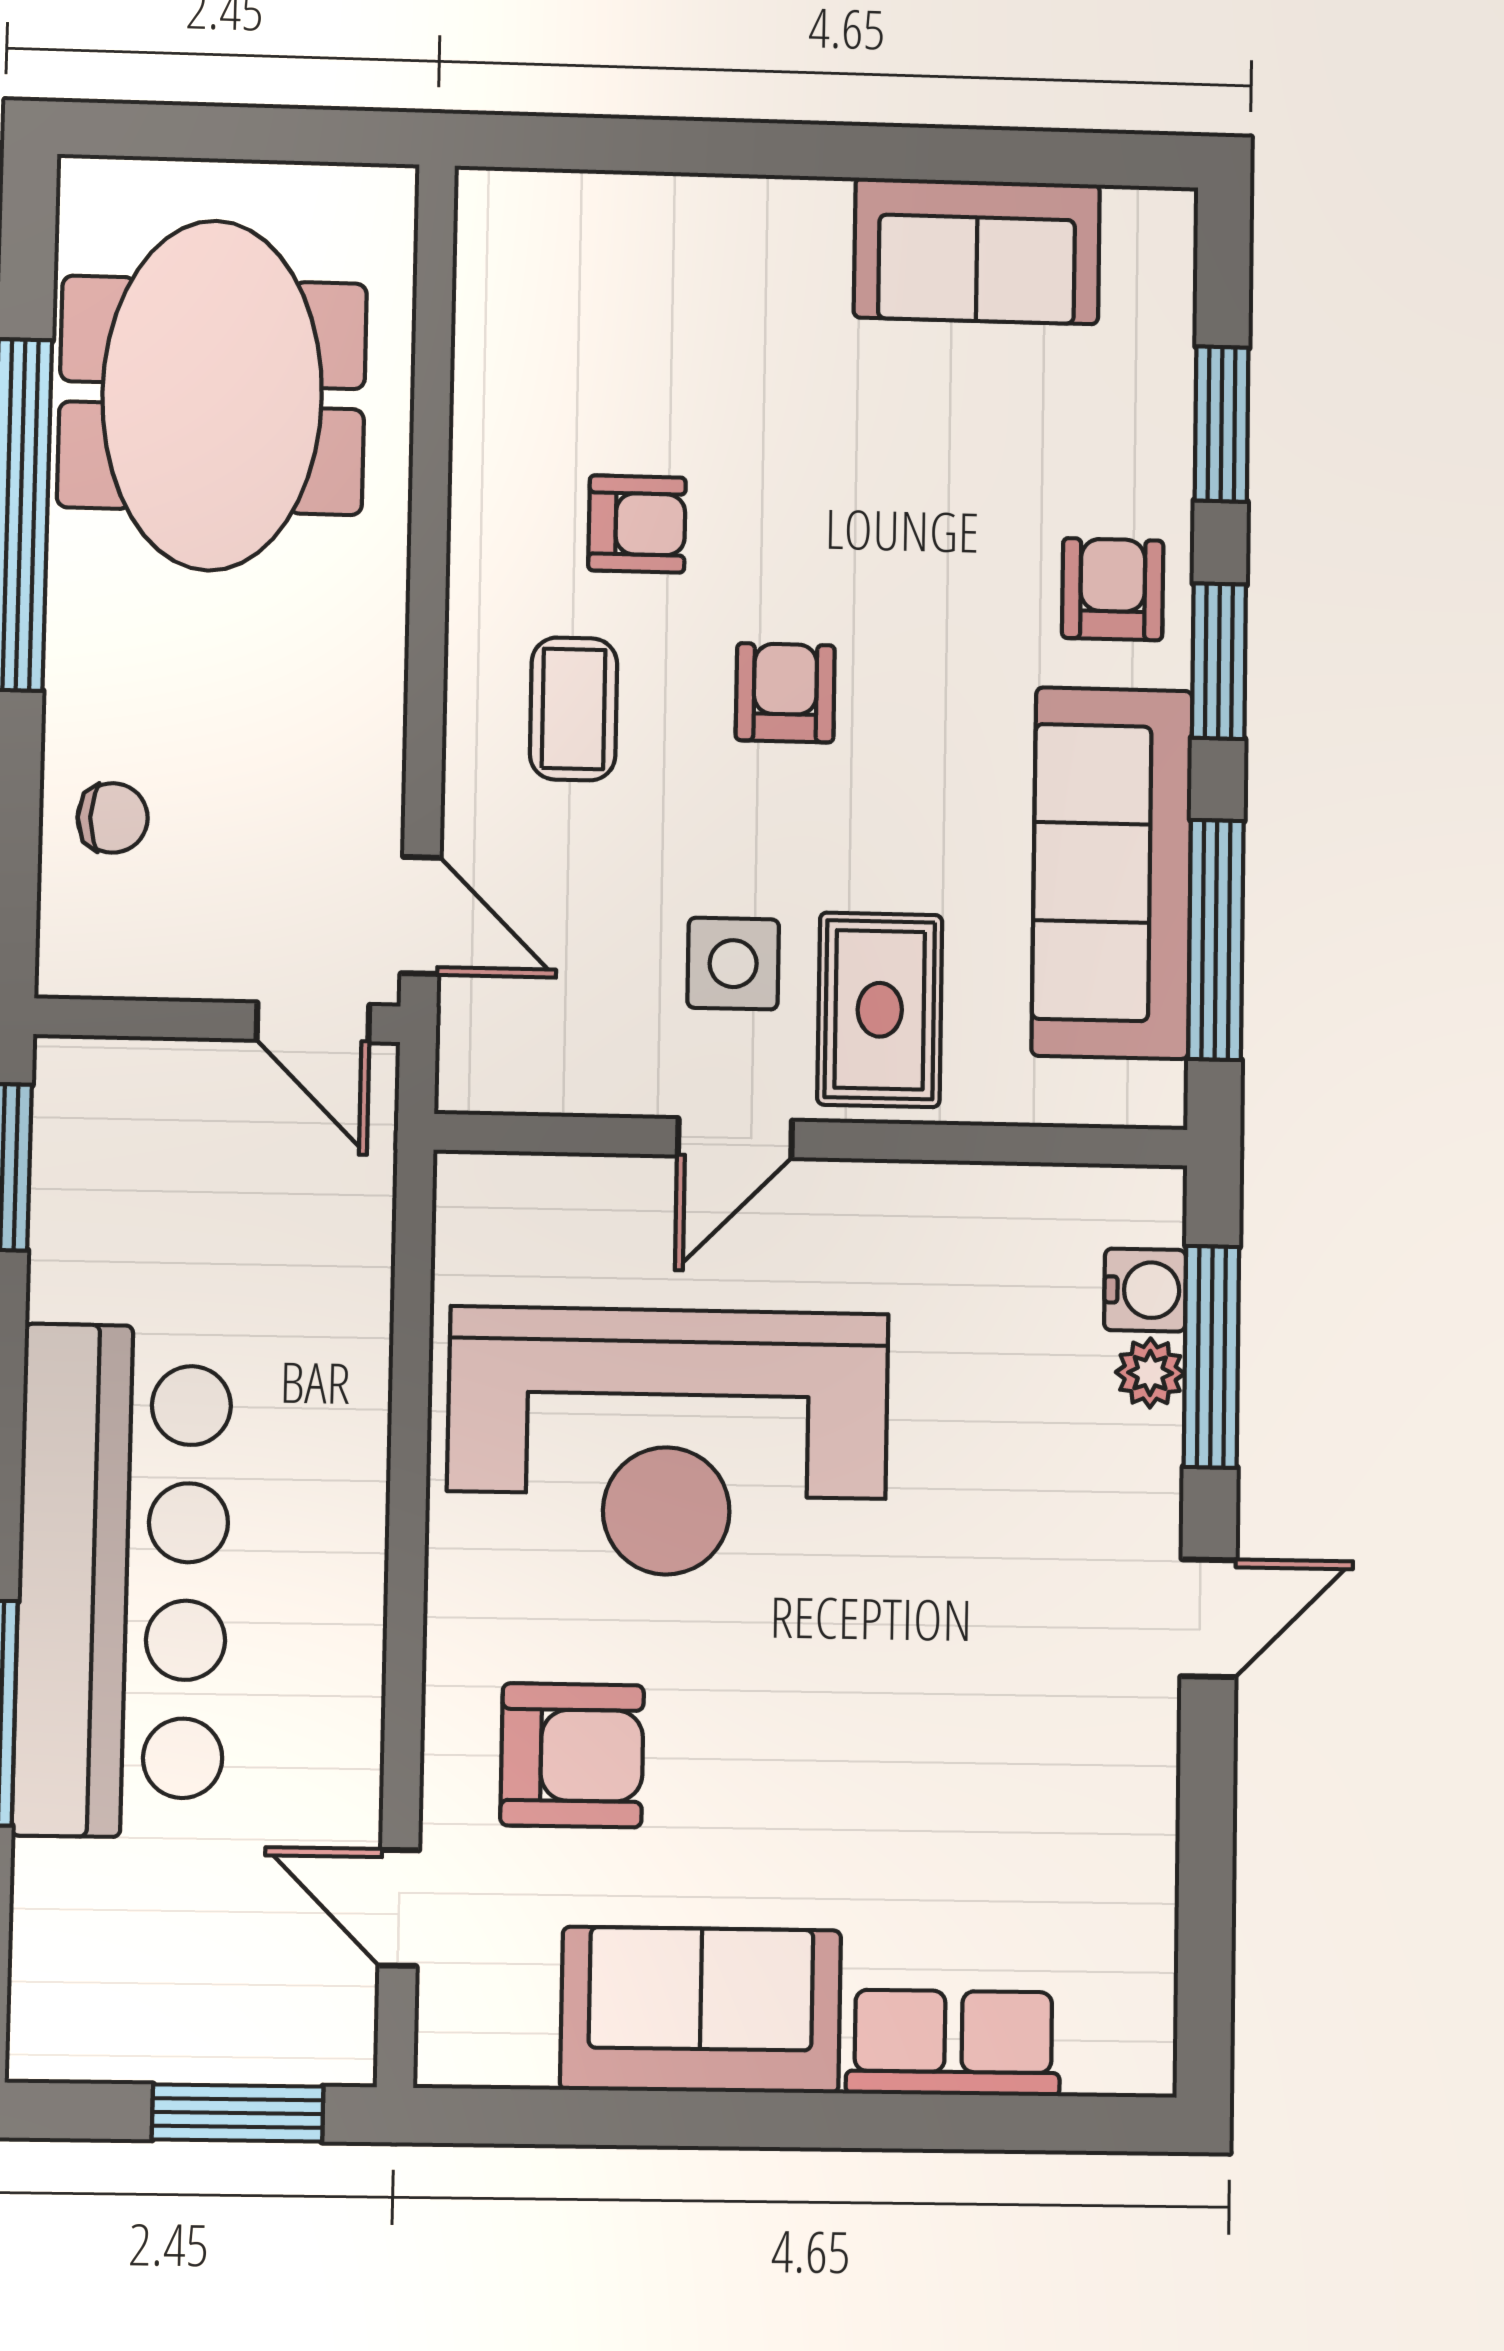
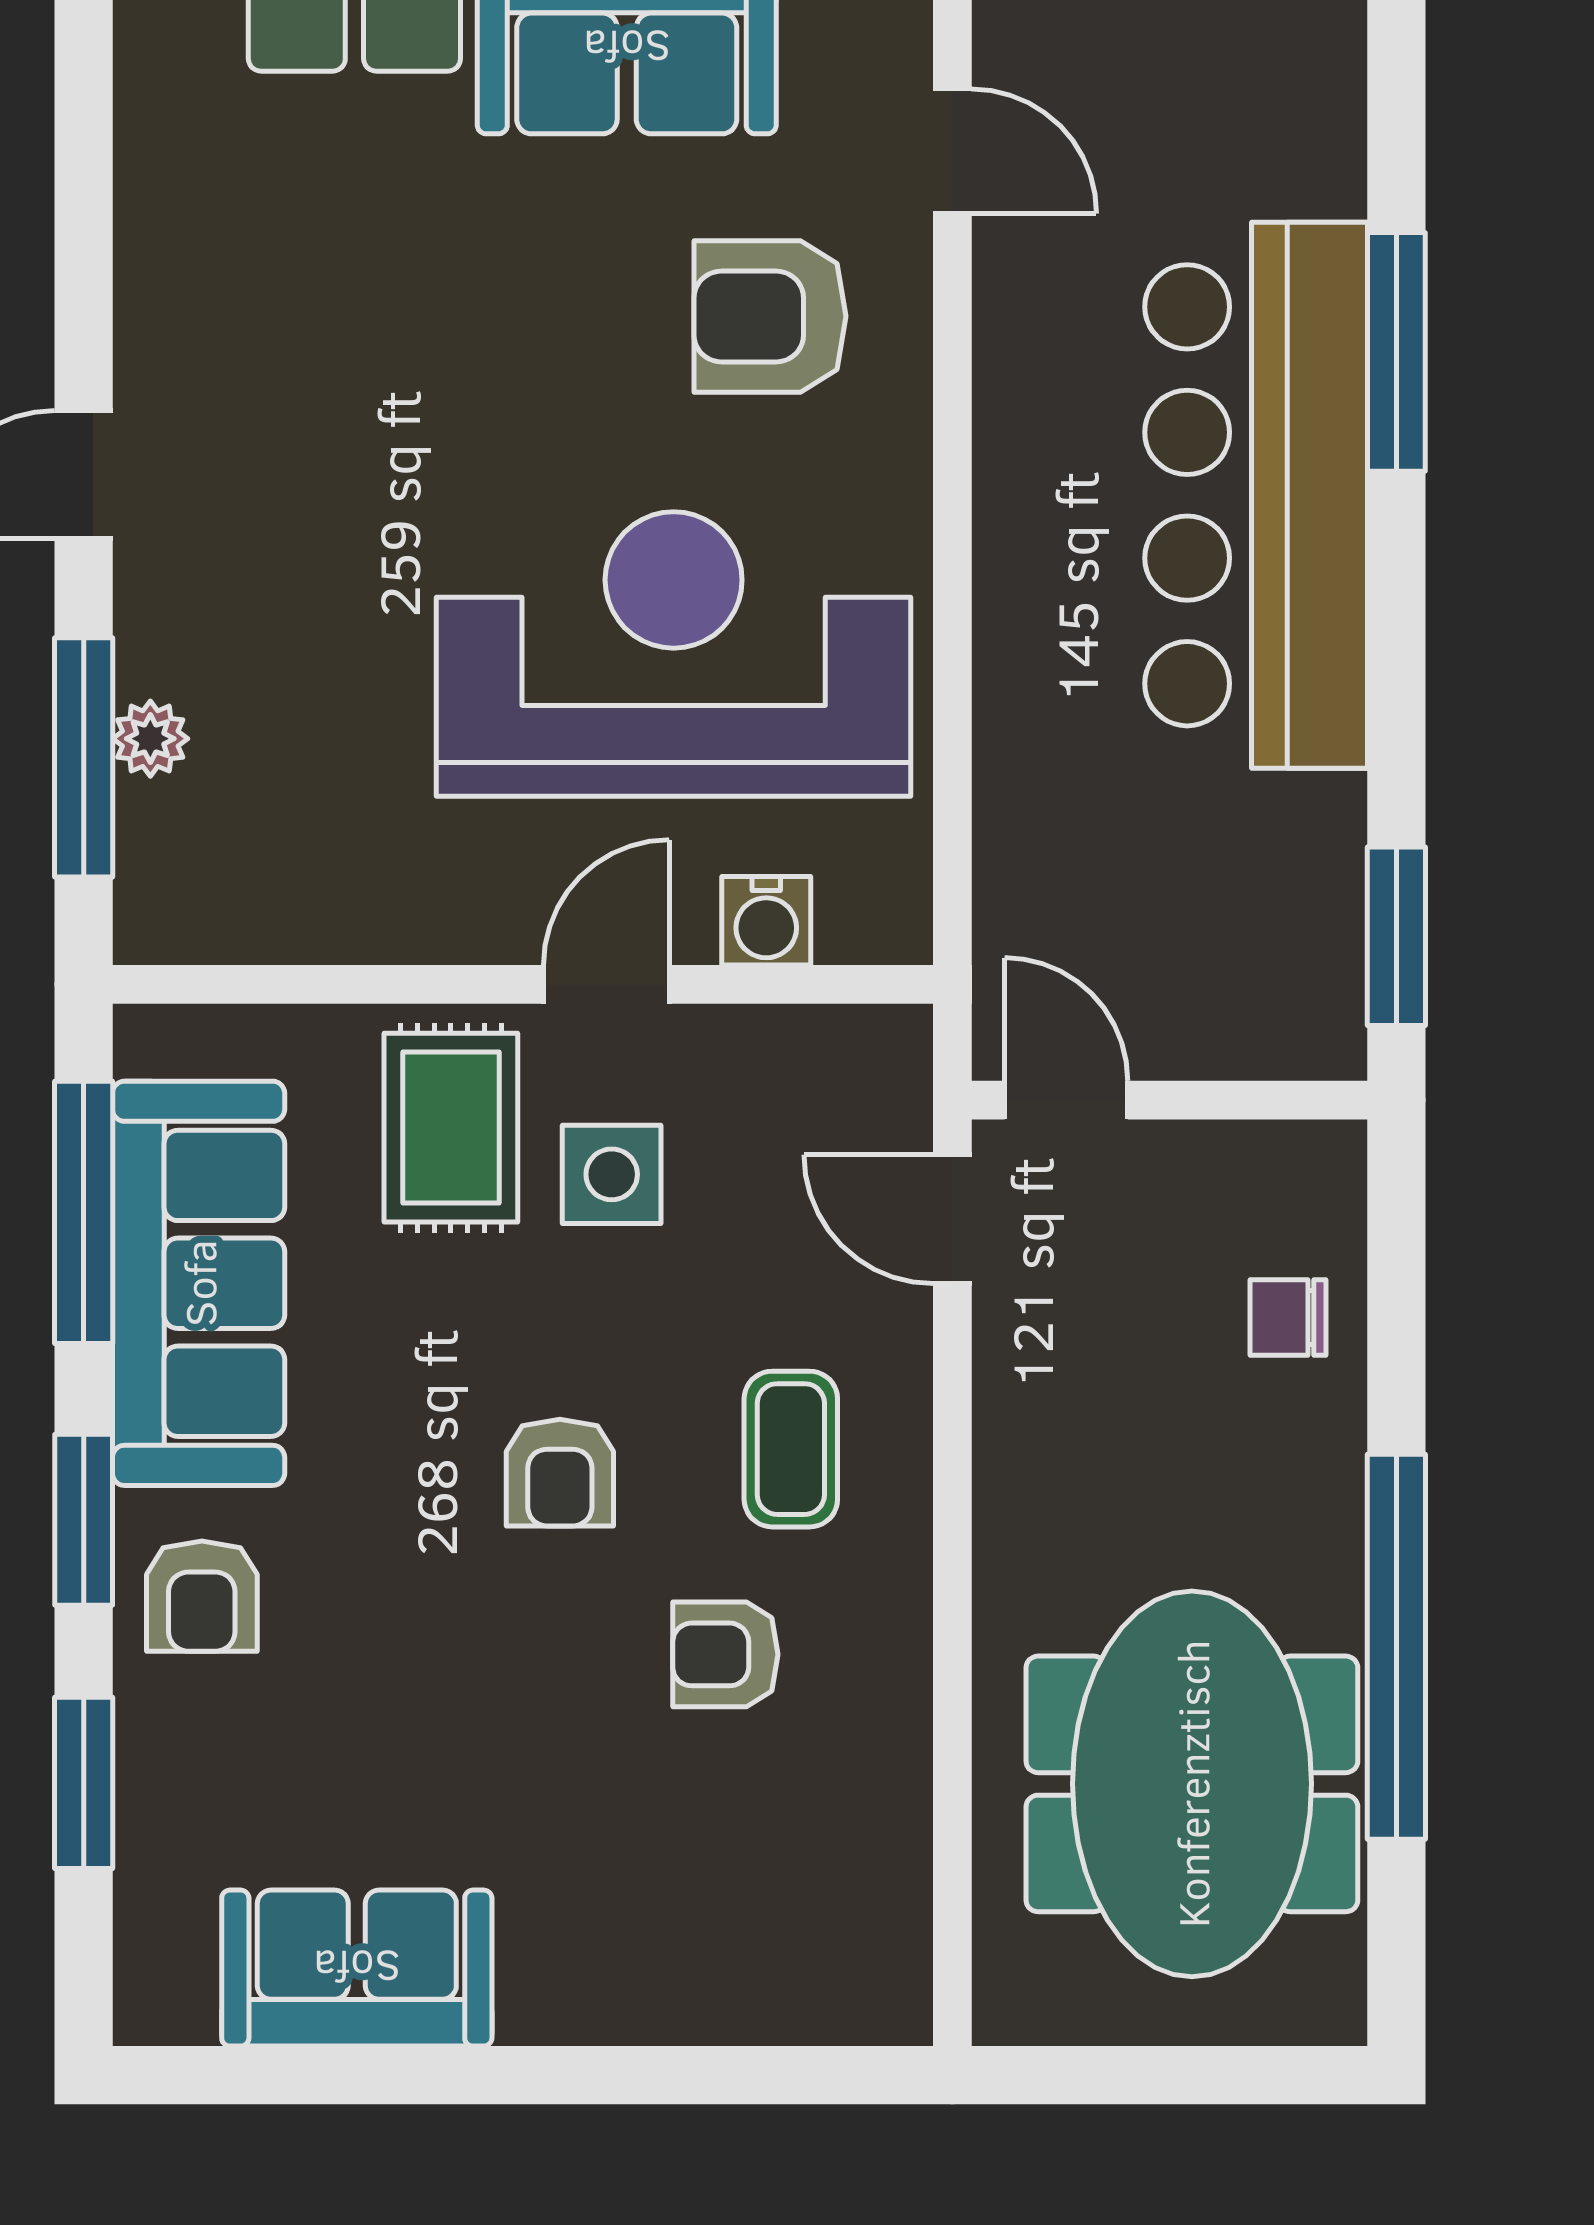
water cooler: (1145, 1290) -> (766, 921), moved, turned -90

